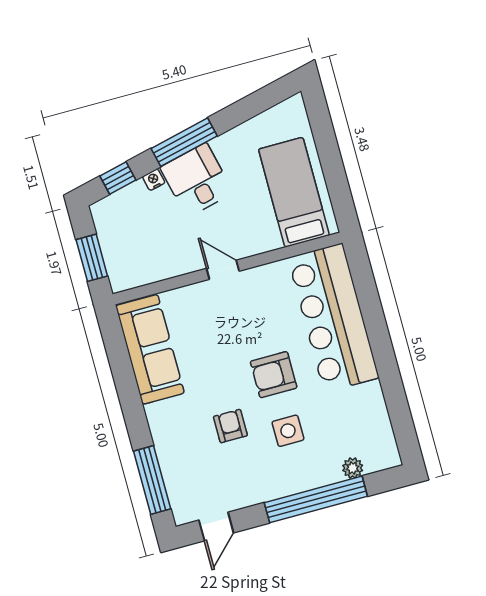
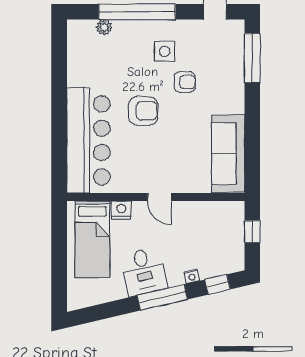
desk: (197, 180) -> (144, 271), moved
nightstand: (267, 240) -> (121, 210), added
window: (92, 258) -> (252, 232), width x0.67
armchair: (230, 426) -> (185, 82), turned -90
side table: (288, 431) -> (165, 51), moved

